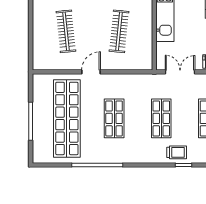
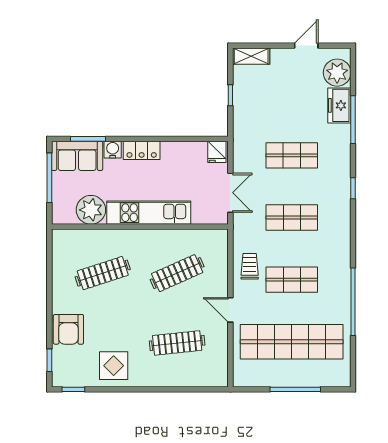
clothes rail: (119, 31) -> (177, 273), turned -30
double door: (180, 72) -> (230, 193), swing flipped
trolley: (177, 152) -> (250, 266), moved

